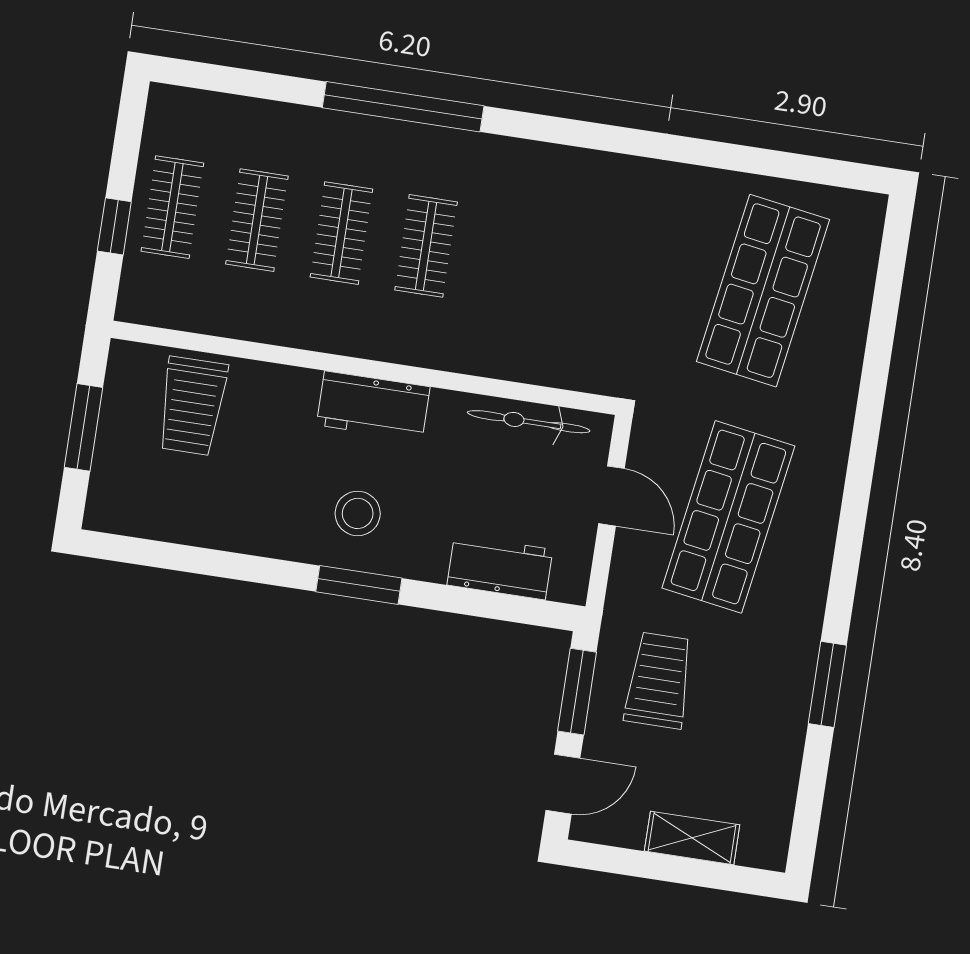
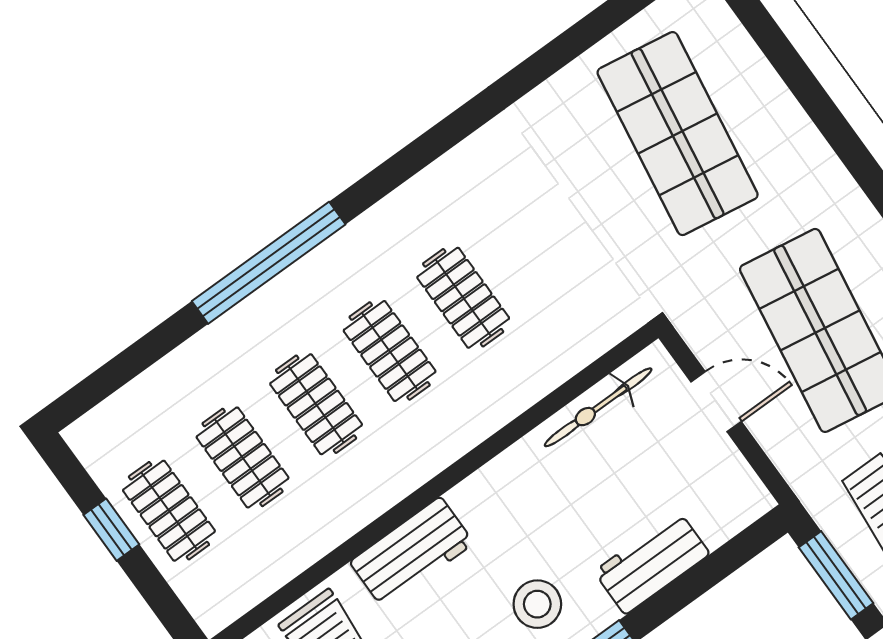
window: (114, 226) -> (111, 530), moved
clothes rail: (511, 259) -> (463, 298), added
workbench: (373, 406) -> (412, 553), moved
workbench: (500, 567) -> (652, 563), moved

